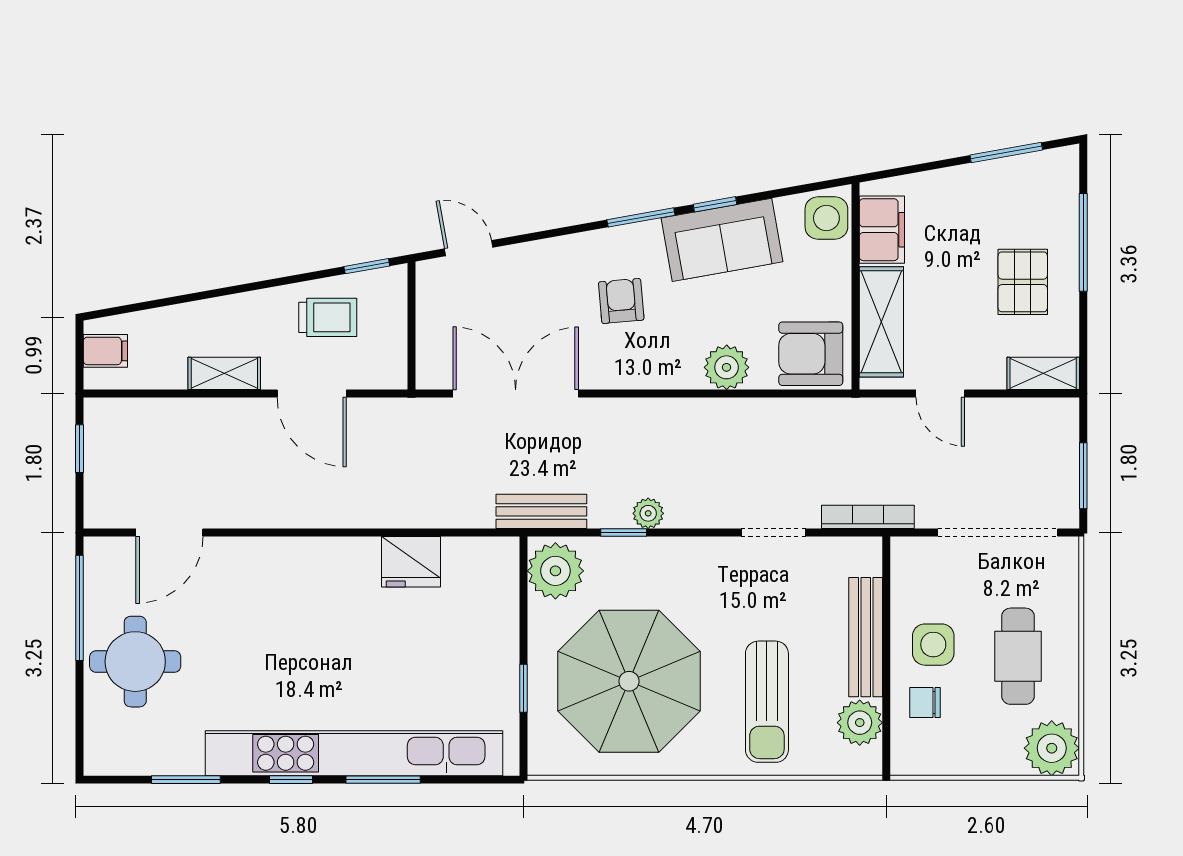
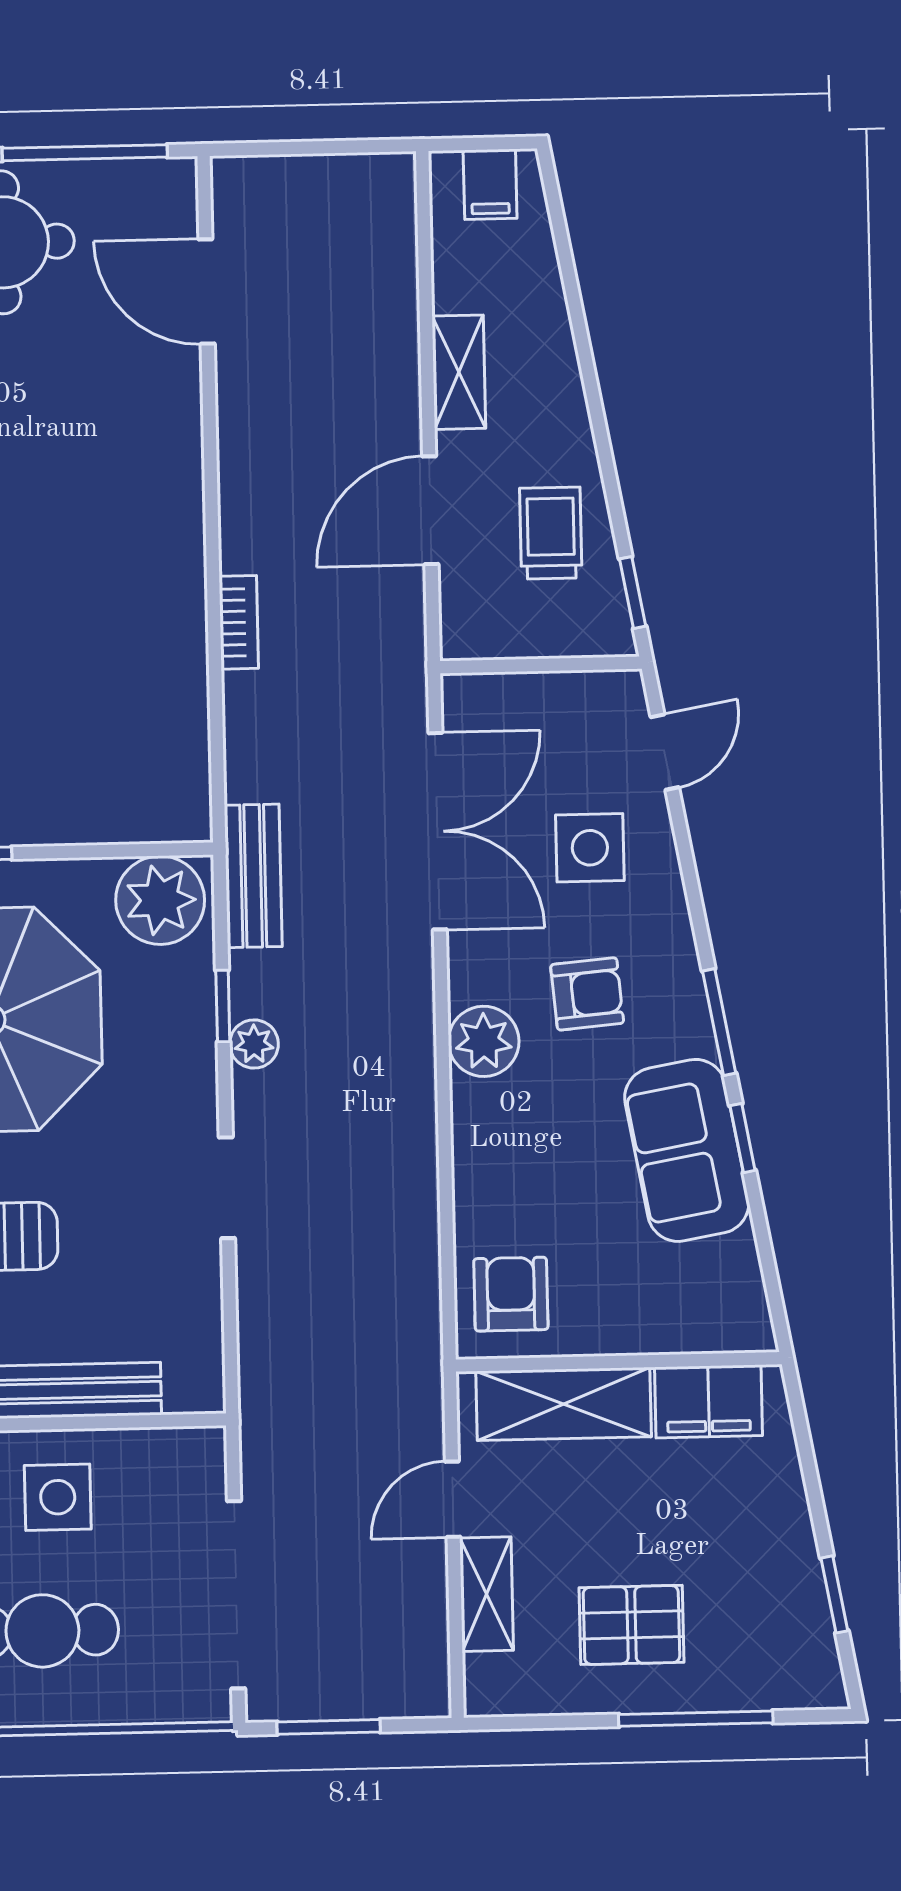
window: (1006, 152) -> (834, 1594), width x0.67
side table: (826, 218) -> (590, 848), moved
trolley: (328, 317) -> (551, 533), turned 180
armchair: (811, 354) -> (511, 1294), width x0.72, depth x0.72
plant: (727, 367) -> (484, 1041), moved
shelving: (1043, 373) -> (487, 1594), moved
window: (79, 449) -> (335, 147), removed
bookcase: (868, 517) -> (239, 622), moved, width x0.64
doorway: (773, 533) -> (227, 1188), moved
fridge: (411, 562) -> (169, 673), removed

